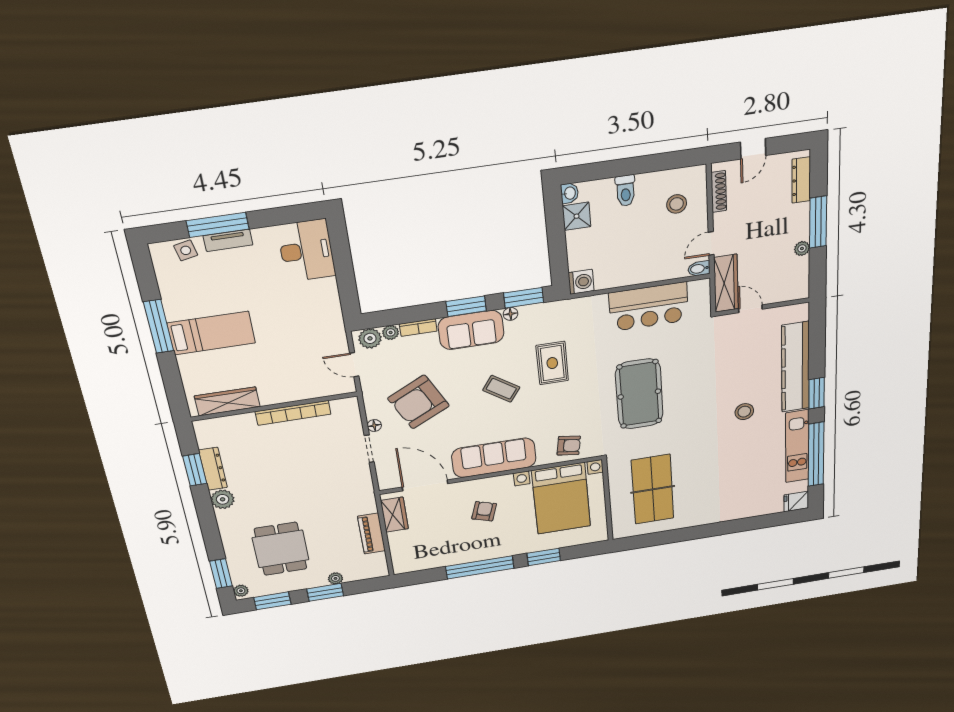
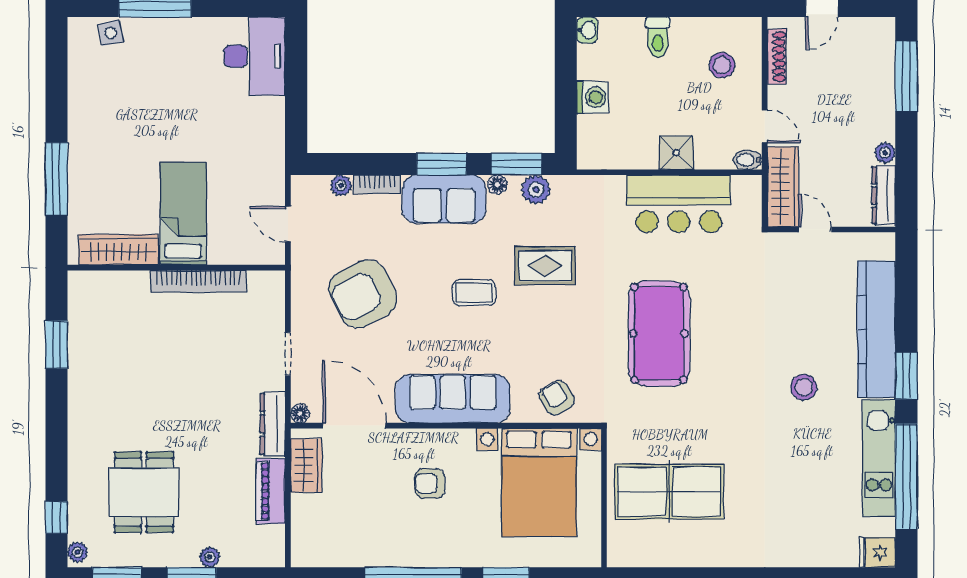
dresser: (801, 180) -> (884, 195), moved
shower: (577, 216) -> (676, 153), moved
window: (818, 222) -> (906, 76), moved
tv unit: (228, 240) -> (163, 28), removed
door: (711, 243) -> (765, 127), swing flipped
washing machine: (581, 282) -> (593, 97), moved
window: (159, 326) -> (56, 179), moved
bed: (211, 333) -> (183, 214), moved, turned -90
plant: (370, 338) -> (536, 190), moved
rug: (552, 363) -> (545, 266), turned 90
coffee table: (501, 389) -> (474, 293), turned -35
floor lamp: (374, 425) -> (300, 414), moved
armchair: (569, 446) -> (557, 398), turned -131
dresser: (213, 469) -> (273, 424), moved, turned 180
table tennis table: (653, 489) -> (669, 492), turned 90
plant: (223, 499) -> (83, 397), removed
armchair: (484, 511) -> (430, 484), turned -108
window: (221, 574) -> (56, 518), width x0.67

